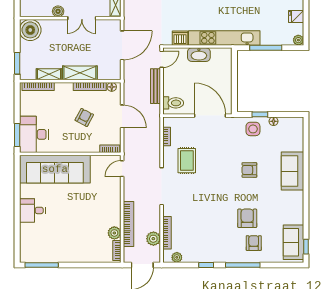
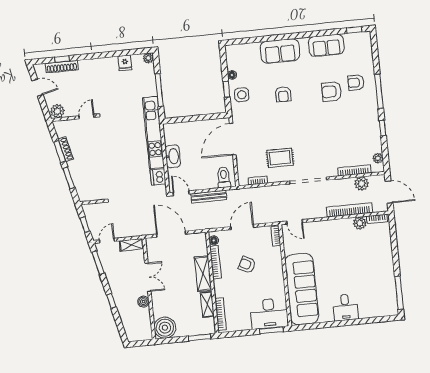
sofa: (293, 242) -> (326, 45), moved

